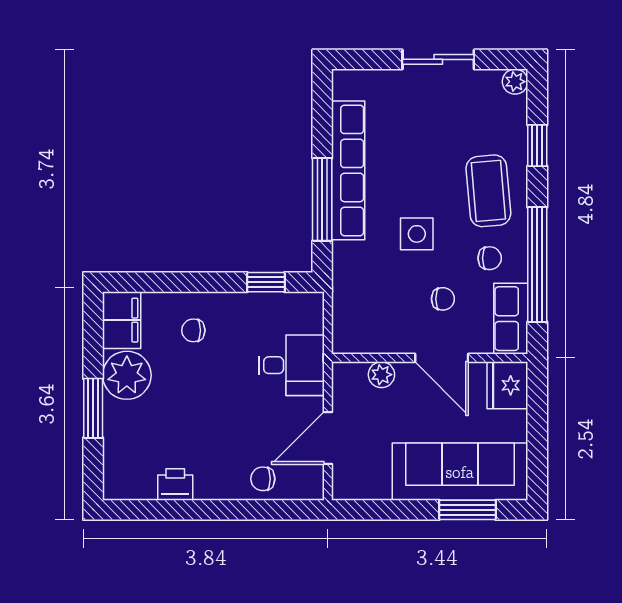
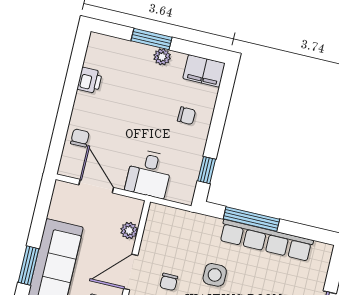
chair: (193, 330) -> (186, 116), turned 91
plant: (127, 375) -> (162, 57), width x0.53, depth x0.53

